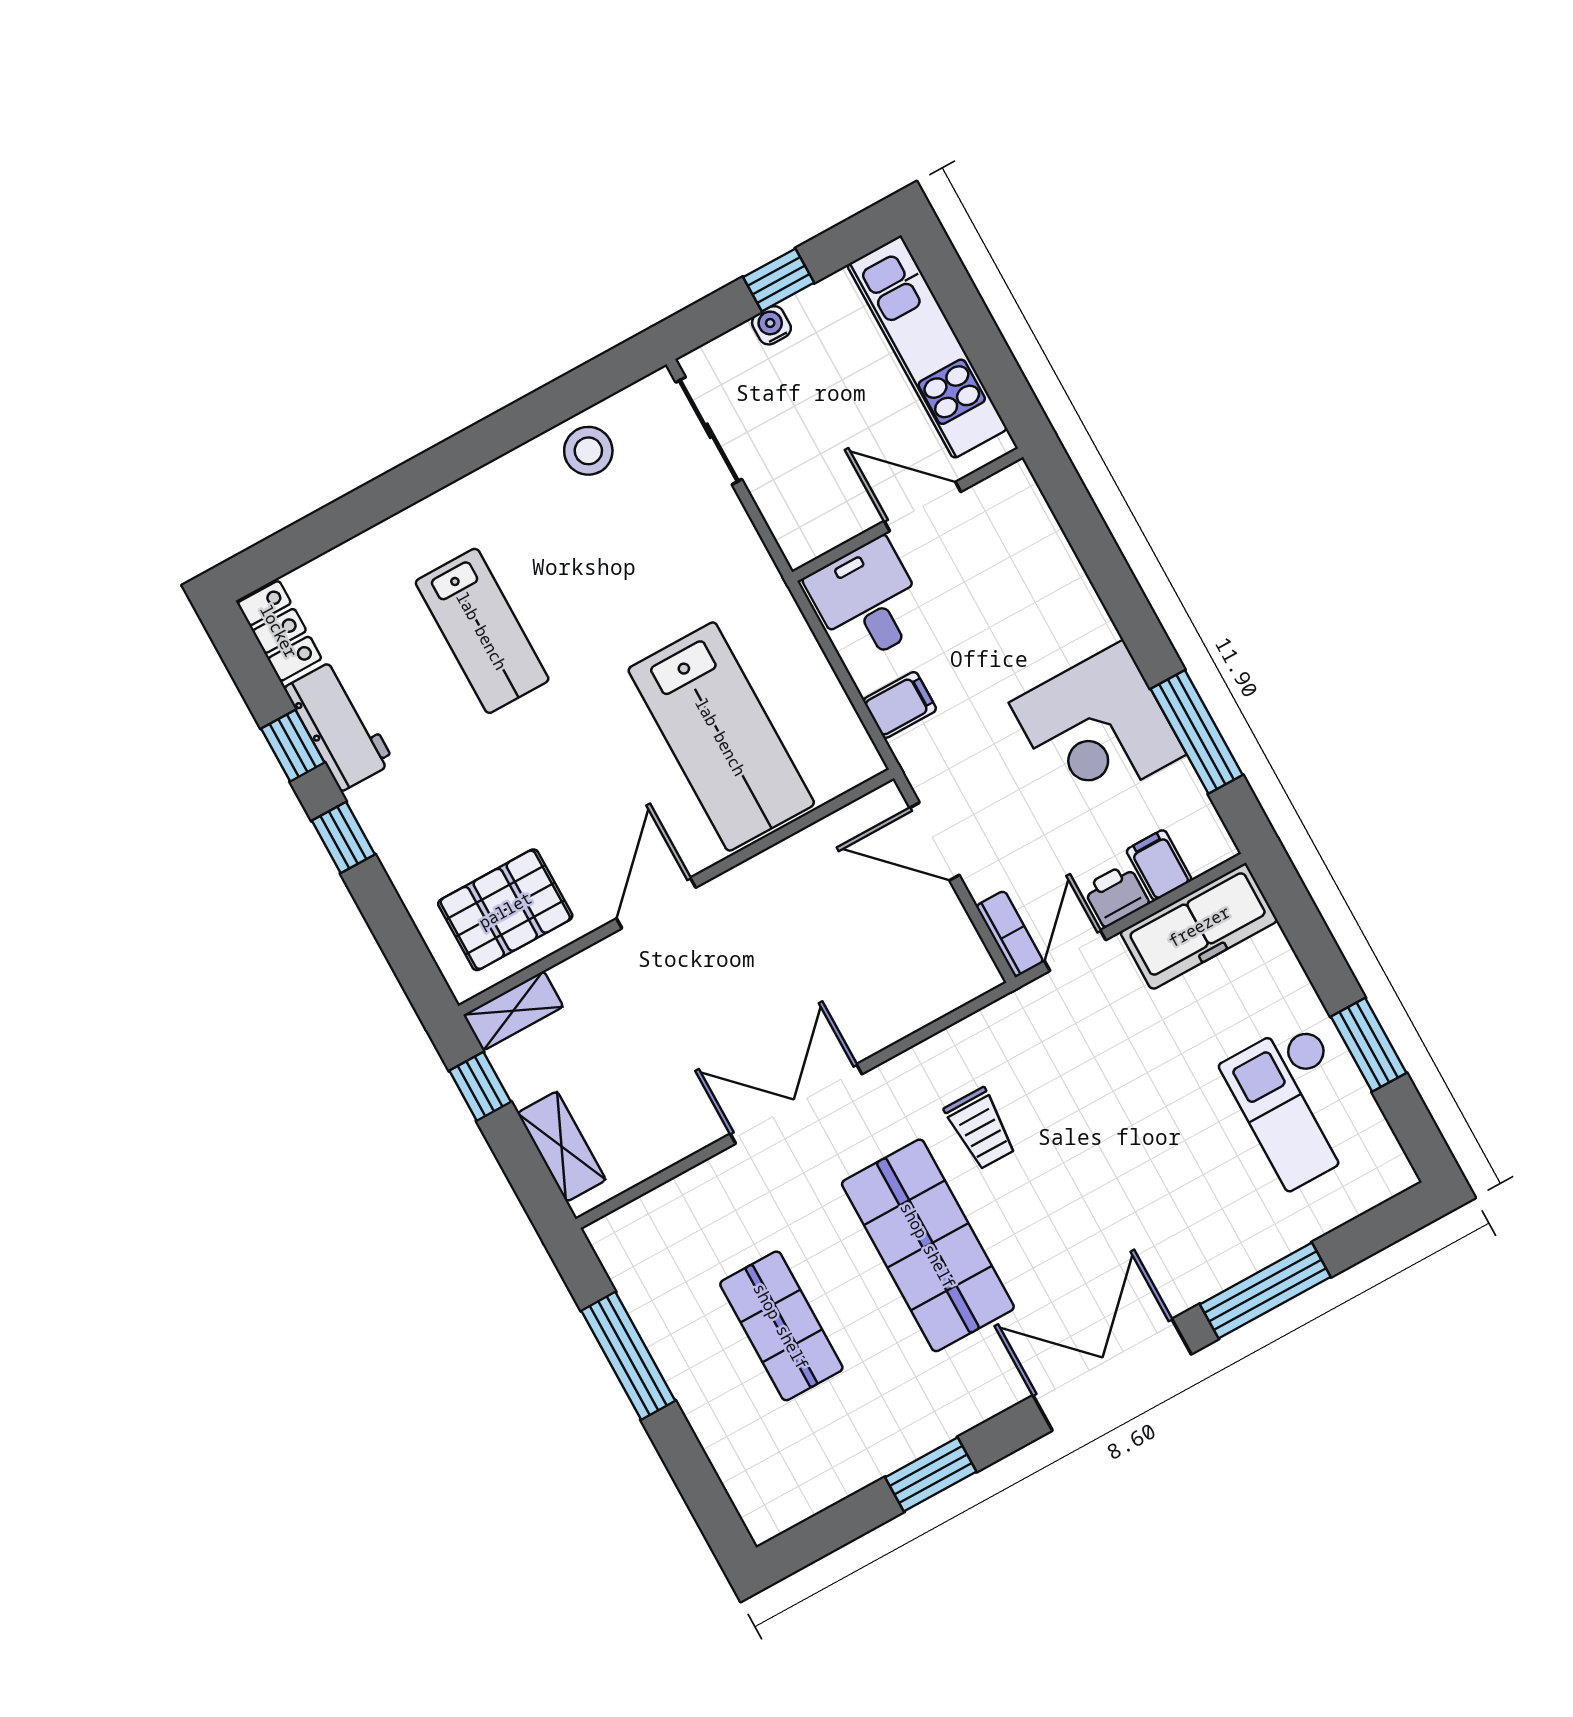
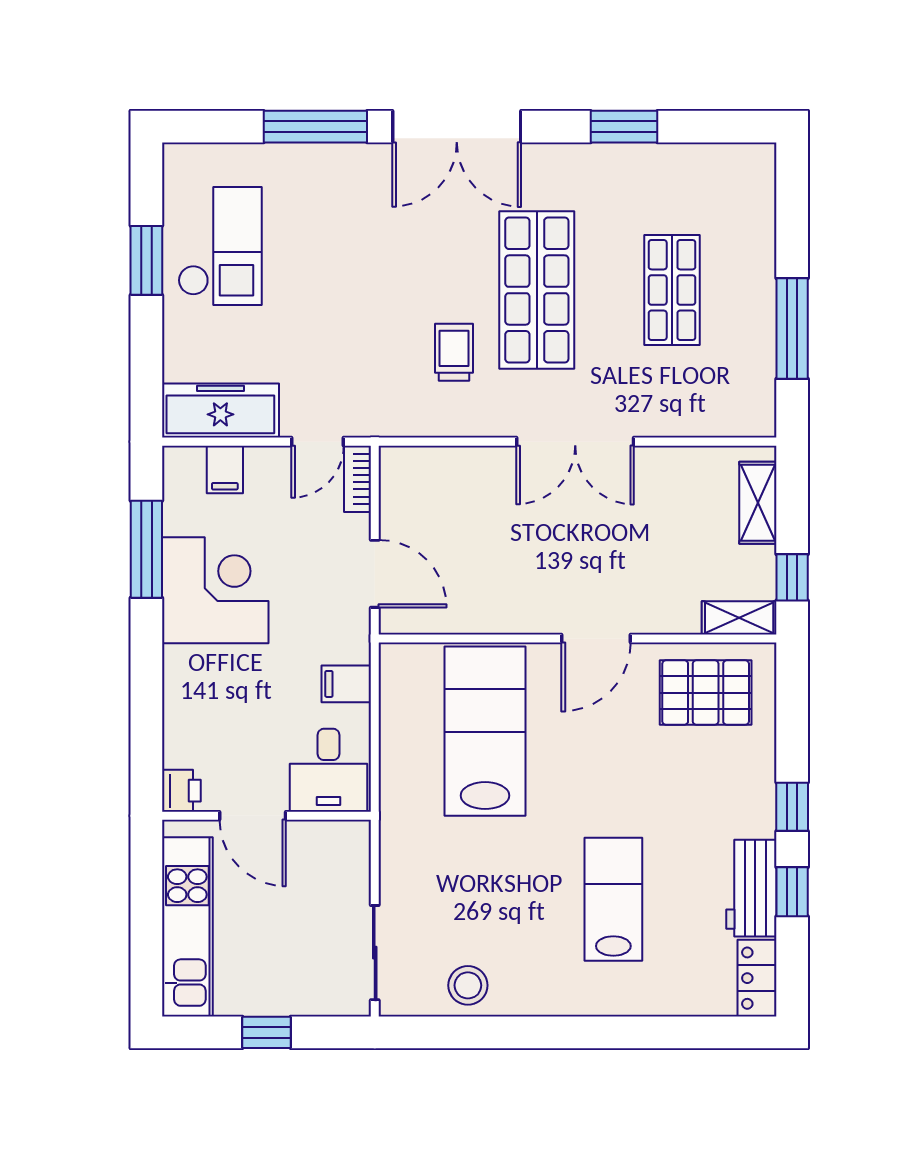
water cooler: (771, 325) -> (289, 1003), removed
printer: (1116, 895) -> (181, 791), moved, turned -90

